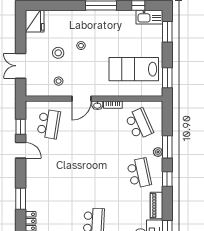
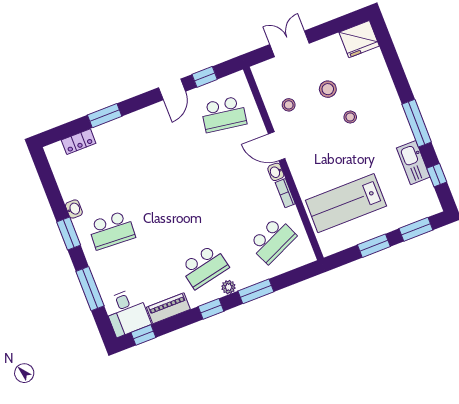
kitchen sink: (149, 17) -> (413, 163), moved
lab bench: (134, 69) -> (346, 203), turned -90
window: (167, 78) -> (374, 246), moved
plant: (158, 152) -> (228, 287), moved

